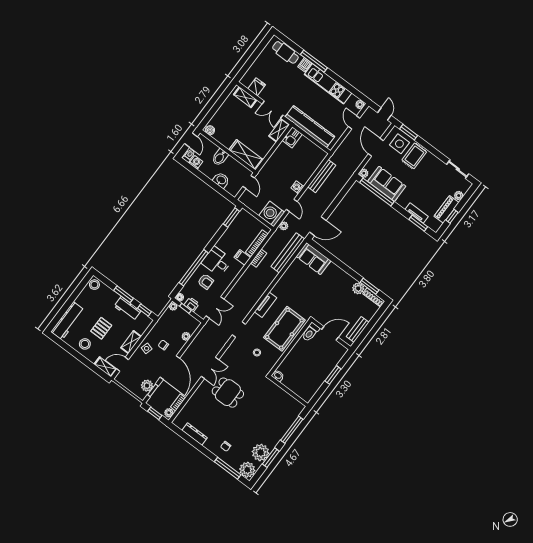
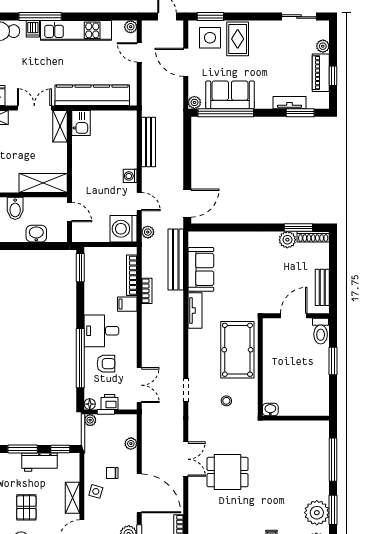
double door: (272, 110) -> (34, 108), swing flipped
sofa: (313, 259) -> (201, 269), moved, turned -90
tv unit: (266, 305) -> (195, 311), moved
toilet: (311, 332) -> (321, 331), moved

